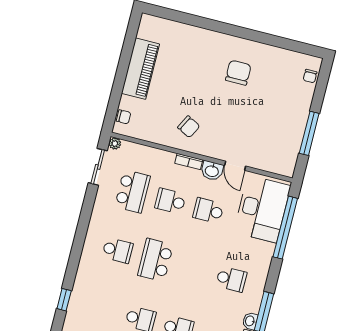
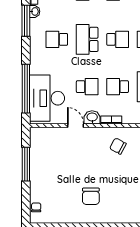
school desk: (170, 201) -> (118, 87), turned 180
school desk: (155, 260) -> (118, 39), width x0.54
school desk: (193, 270) -> (87, 39), added

